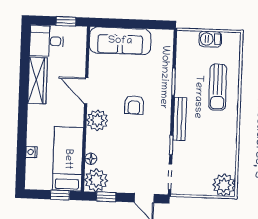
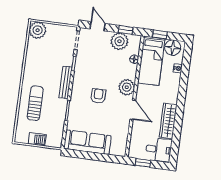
sofa: (120, 41) -> (87, 142), moved
floor lamp: (41, 179) -> (173, 48), added
plant: (96, 180) -> (119, 41), moved

